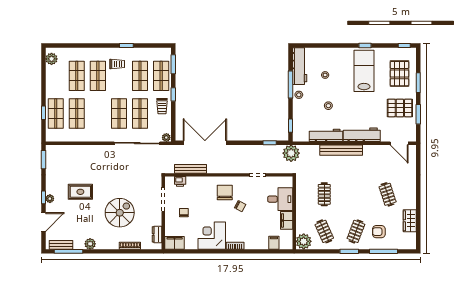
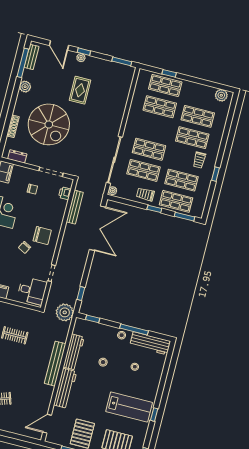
desk: (280, 199) -> (32, 291), moved, turned -90
spiral stairs: (120, 213) -> (49, 124), width x1.37, depth x1.37

